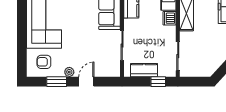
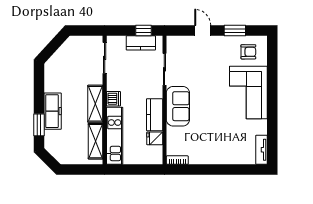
plant: (69, 72) -> (221, 41), removed
door: (86, 82) -> (203, 31), swing flipped
window: (158, 82) -> (143, 31), moved

